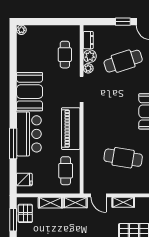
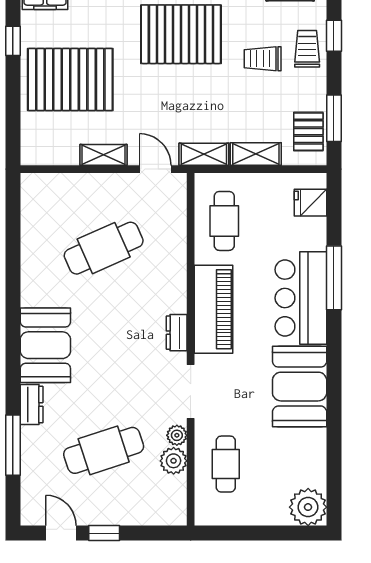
plant: (21, 30) -> (308, 507), width x1.88, depth x1.88
dresser: (88, 40) -> (177, 333), moved
cafe table: (123, 158) -> (104, 248), turned -33

